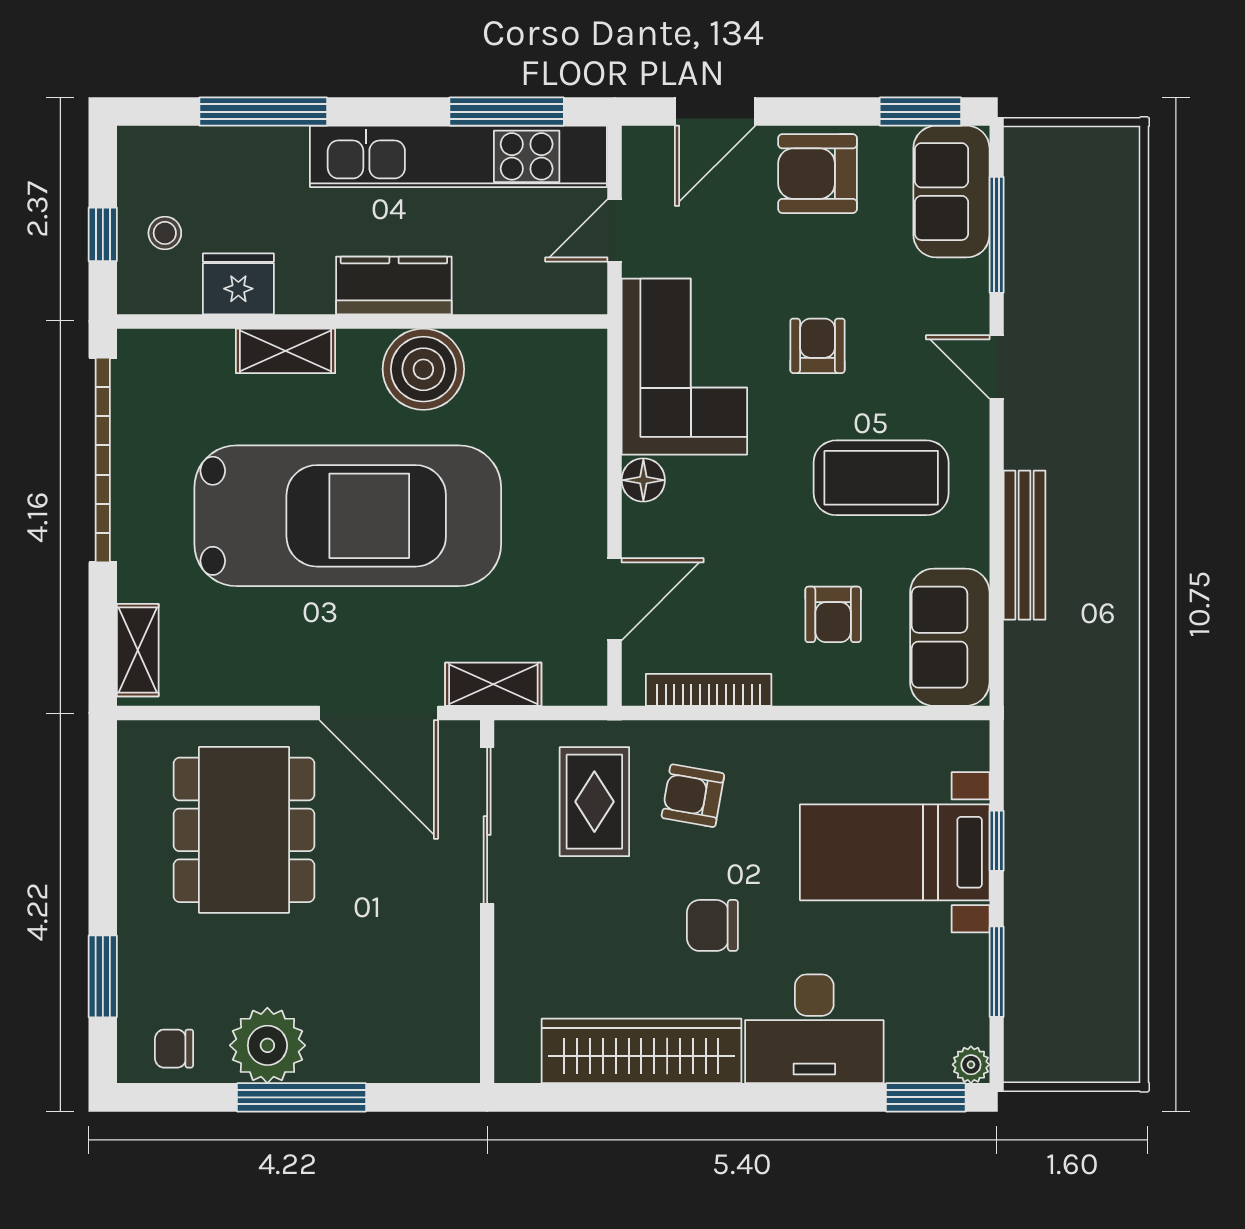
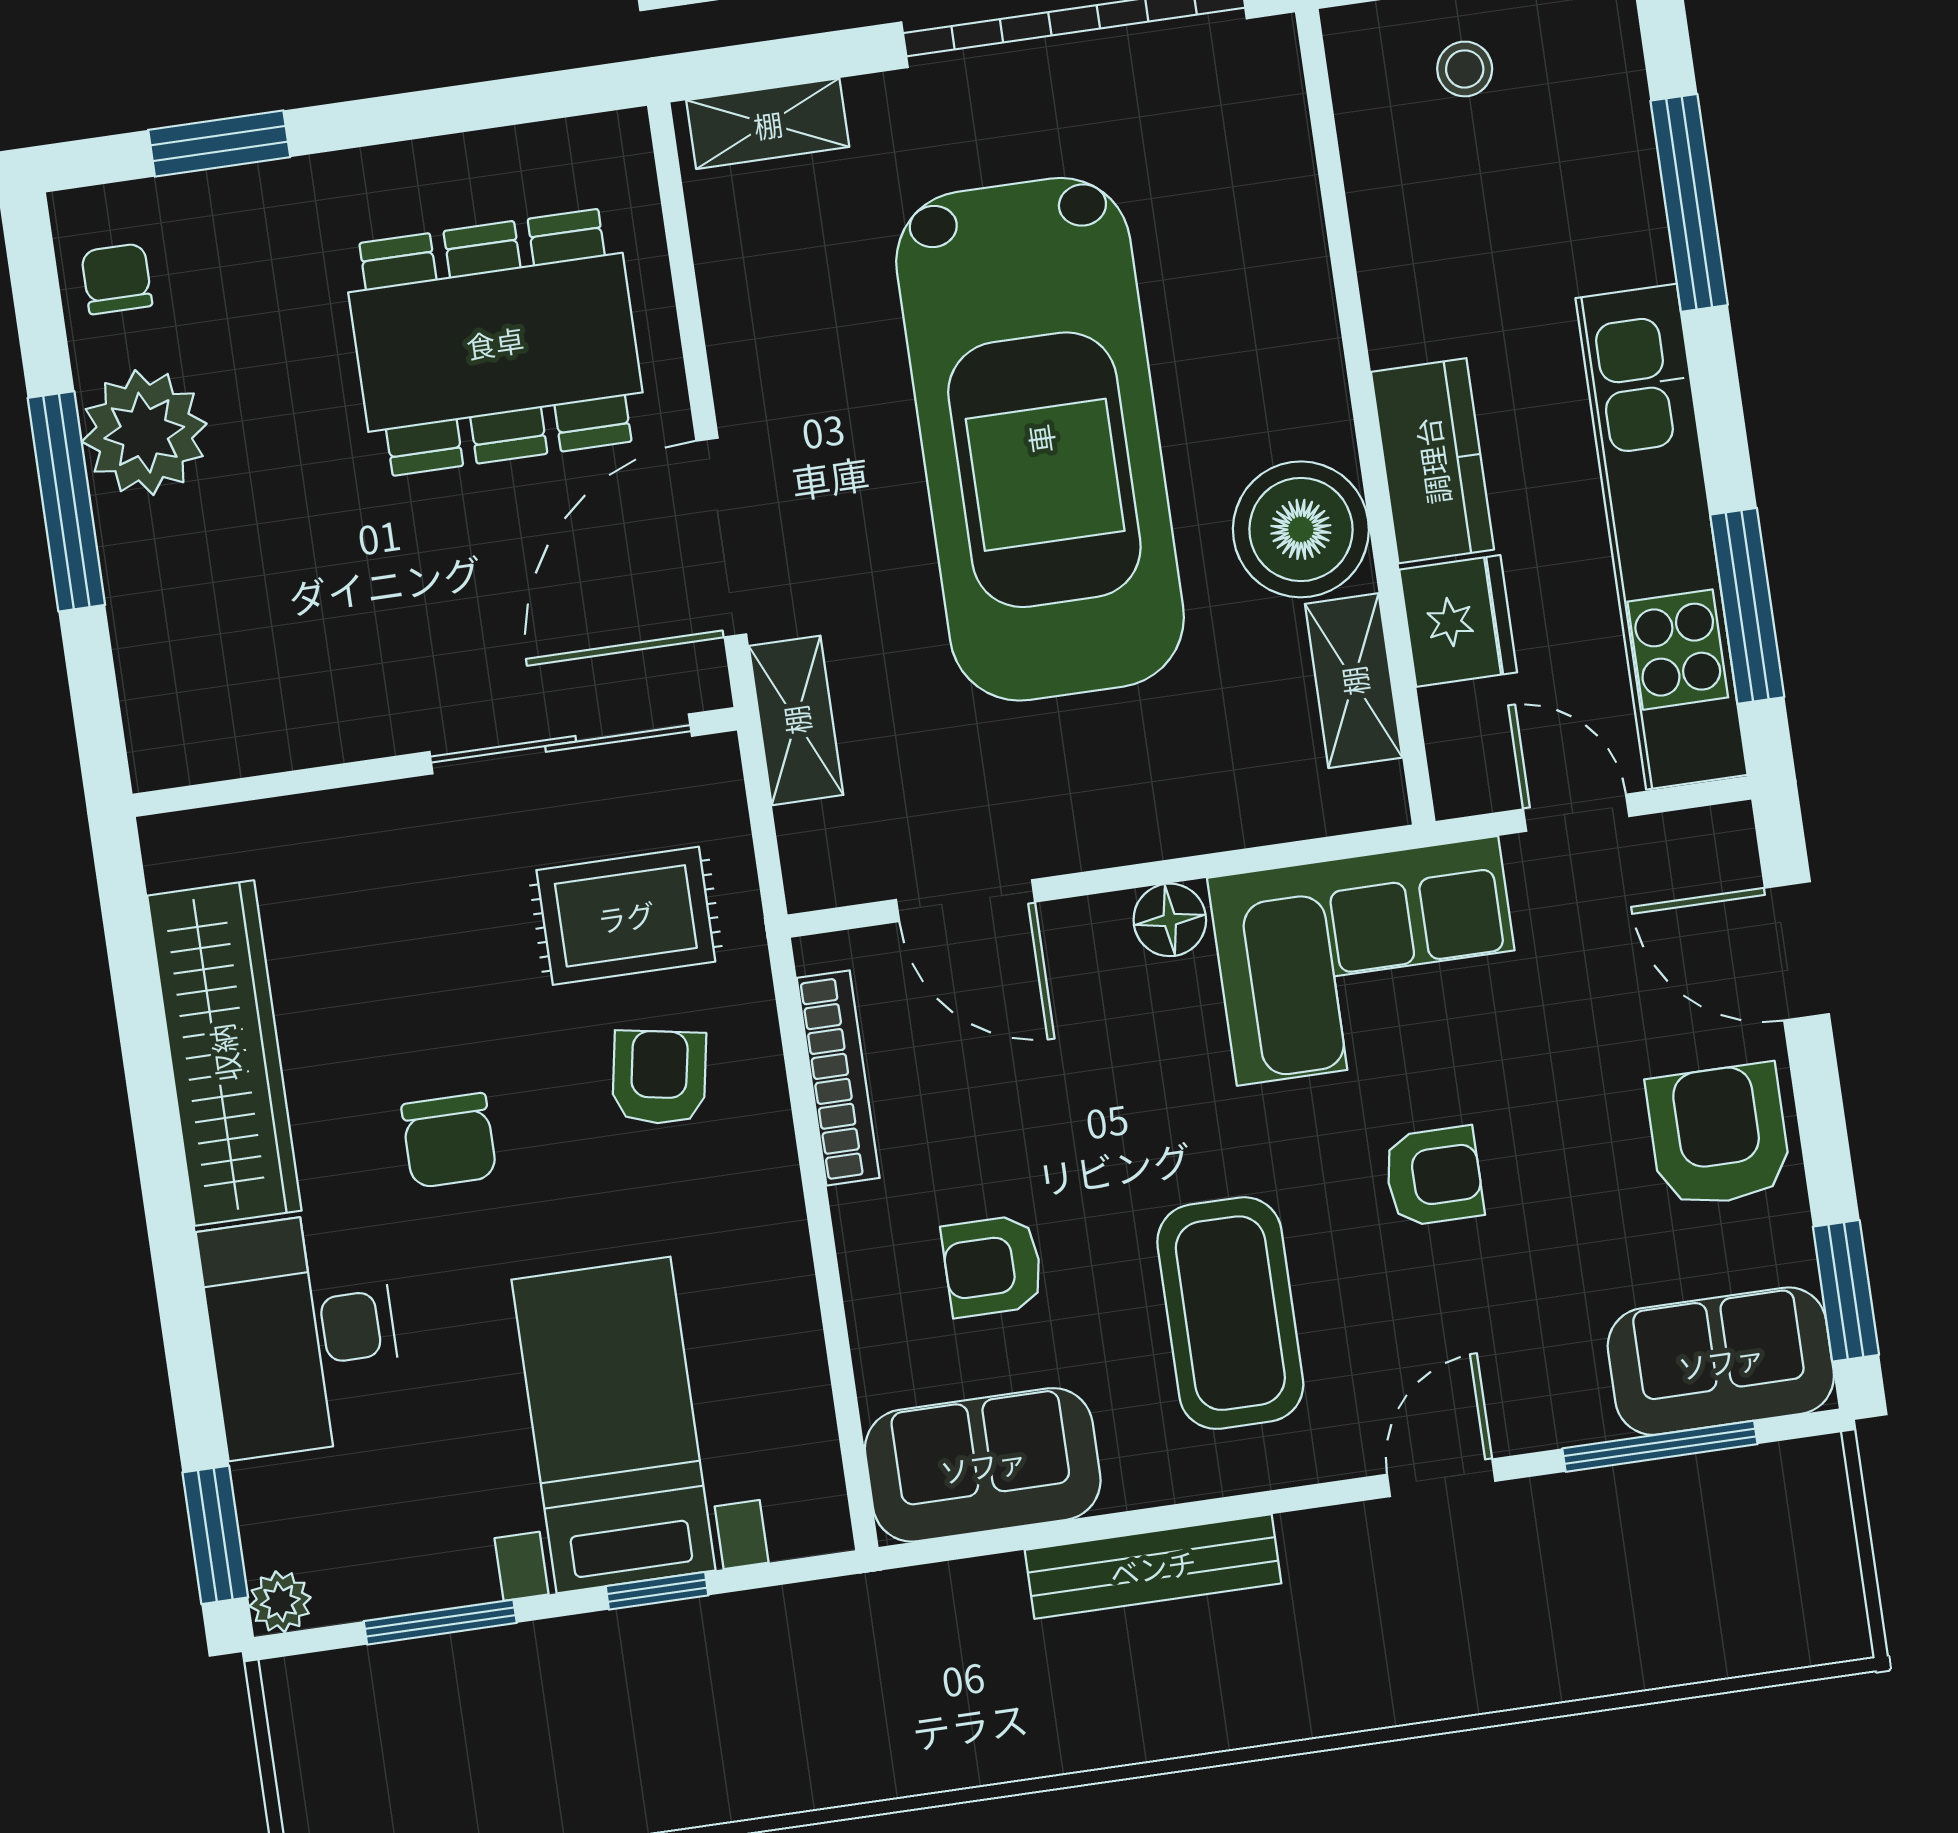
fridge: (238, 284) -> (1458, 621), moved
shelving: (286, 351) -> (1354, 681), moved
chair: (712, 925) -> (449, 1141), turned 180

